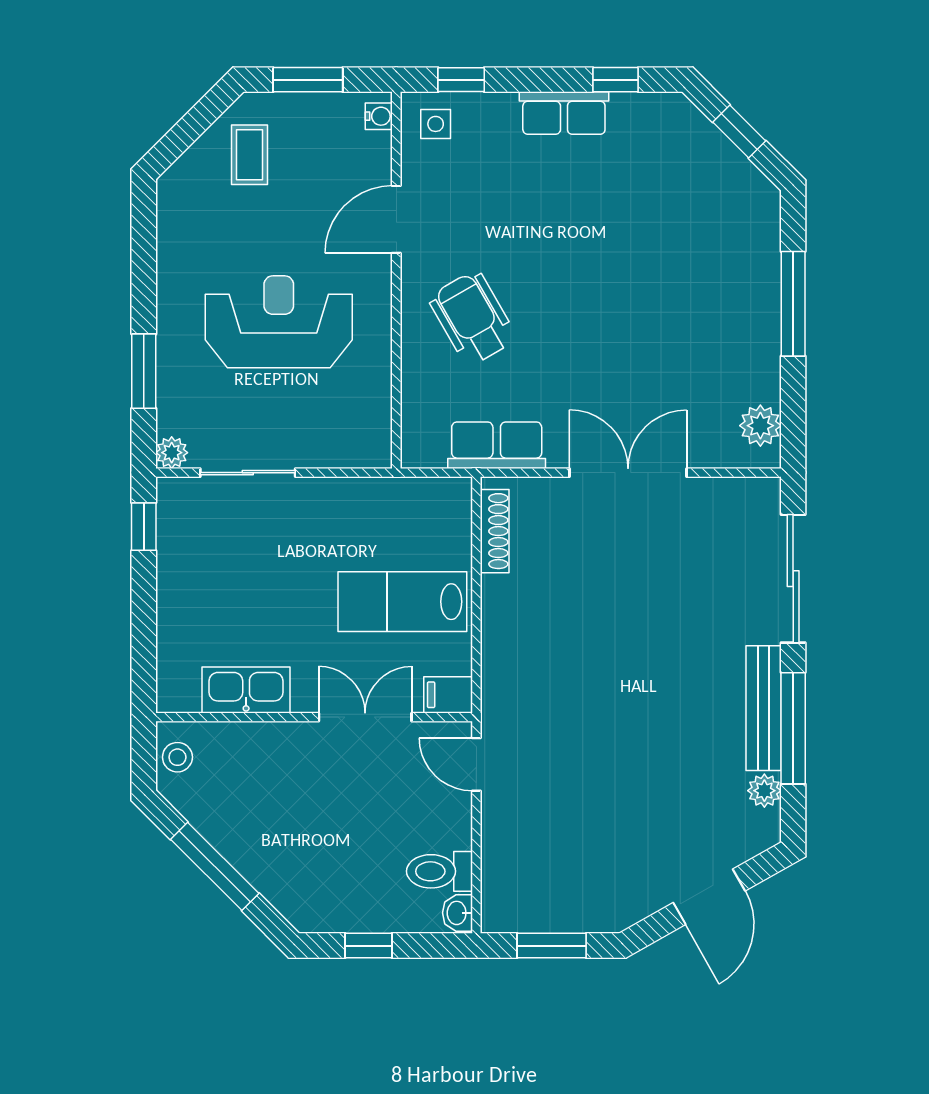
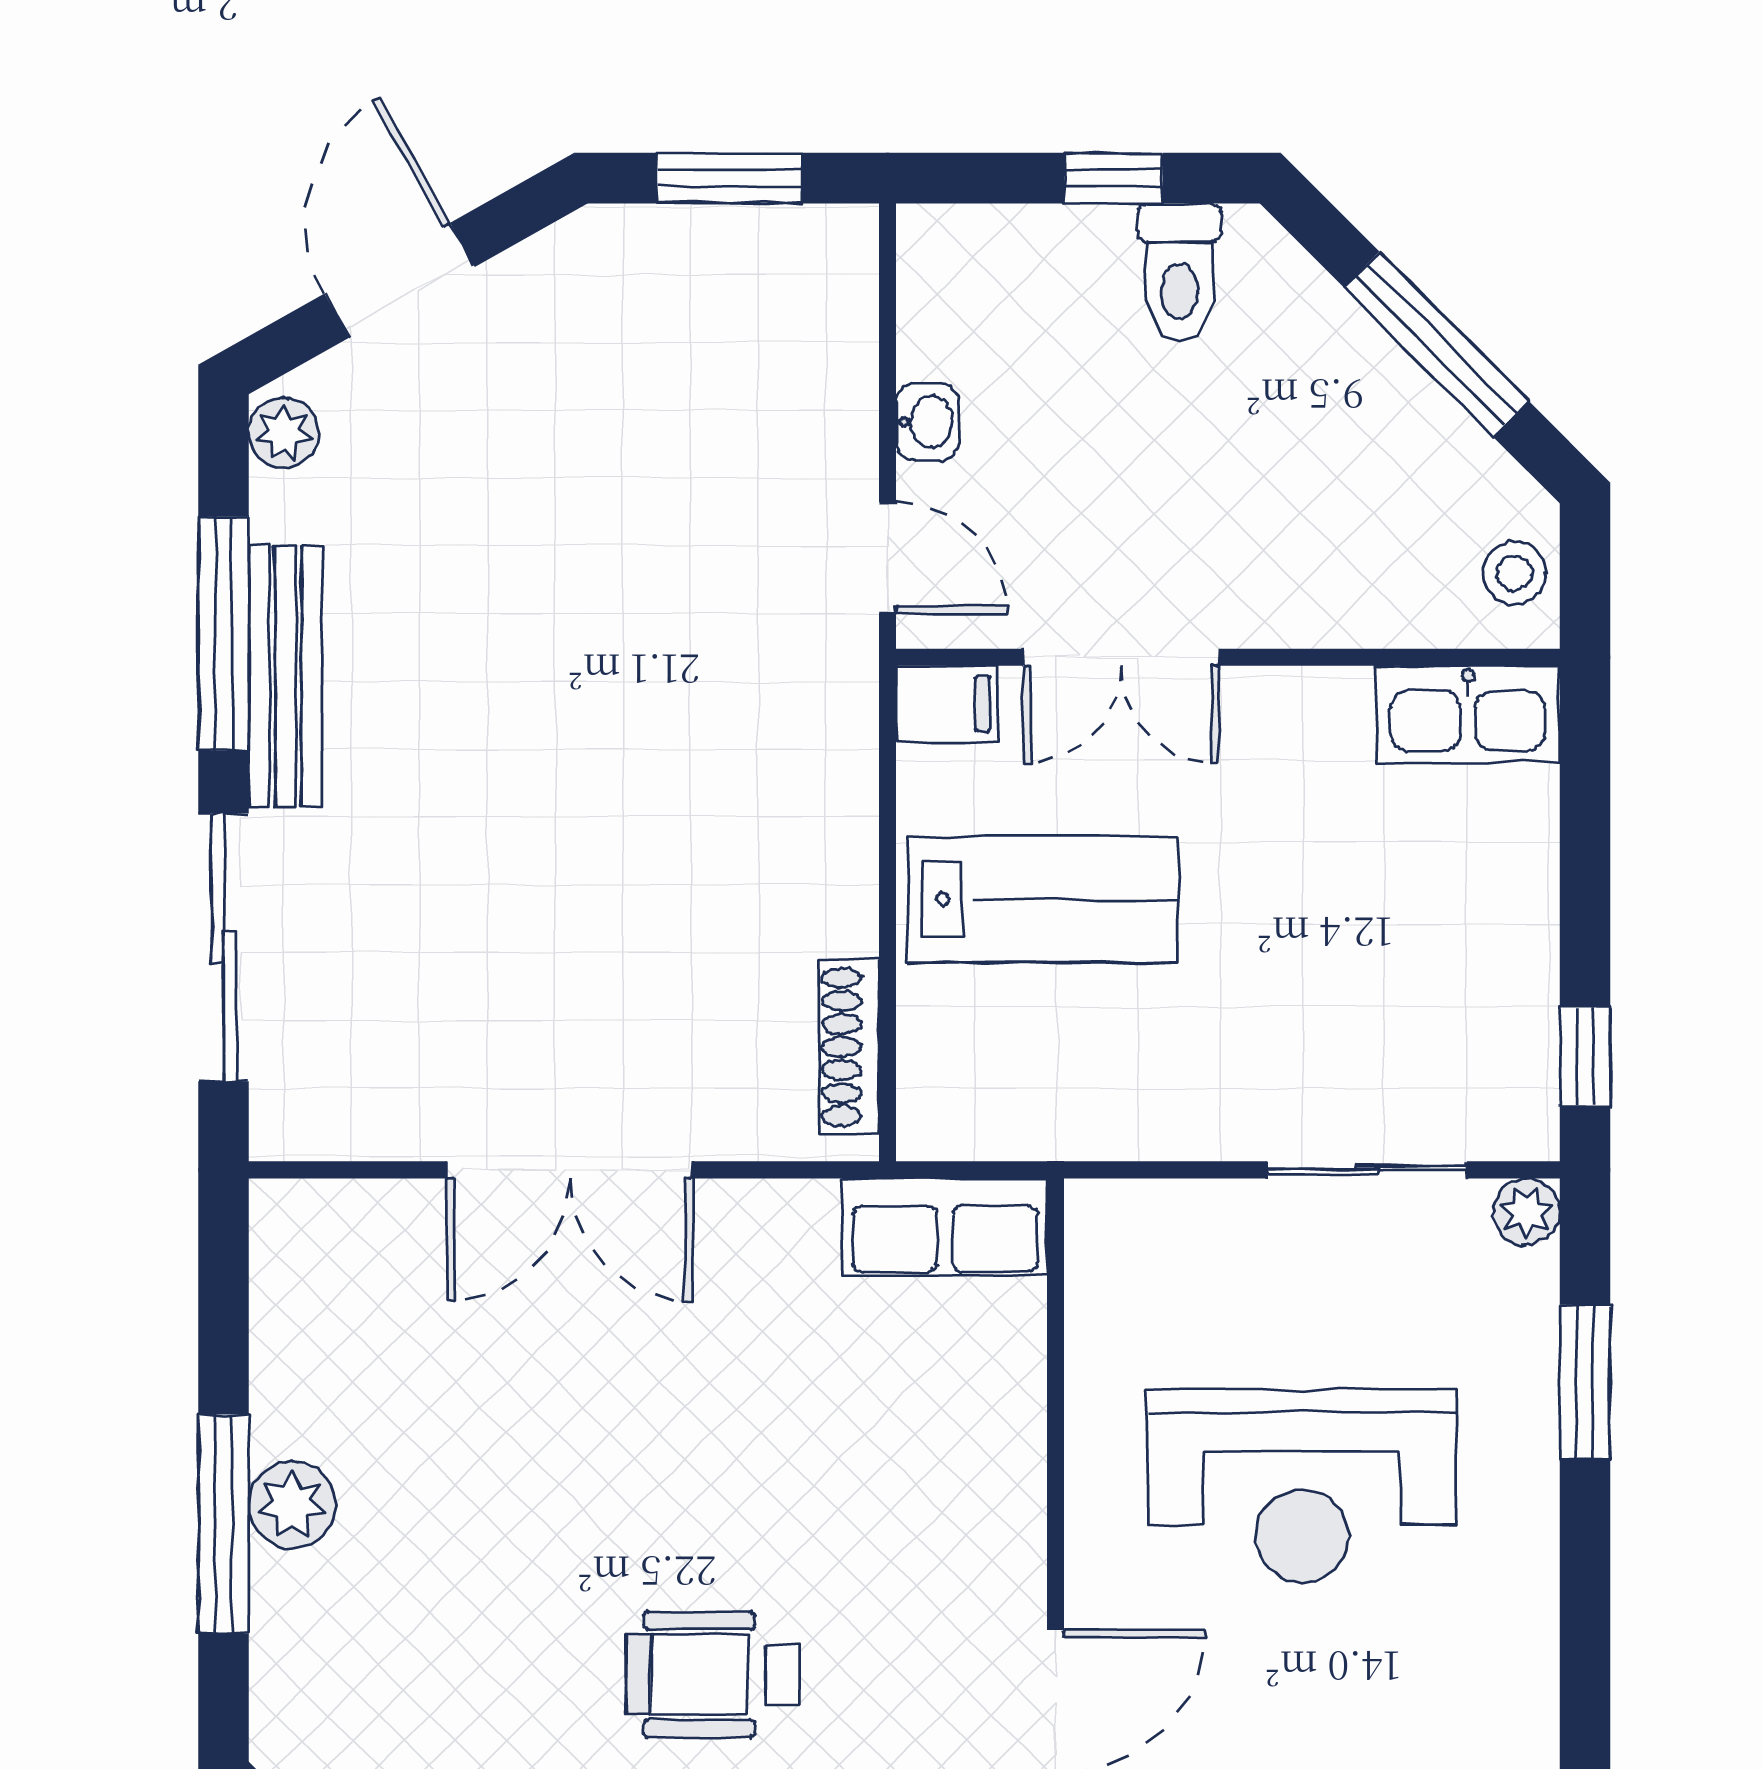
wheelchair: (473, 318) -> (713, 1674), moved, turned 120
plant: (760, 426) -> (292, 1505), moved
row of seats: (497, 445) -> (945, 1227), moved
kitchen sink: (246, 690) -> (1468, 714), moved
plant: (764, 791) -> (284, 433), moved
toilet: (440, 871) -> (1179, 272), moved, turned 90
washbasin: (458, 913) -> (927, 422), moved

